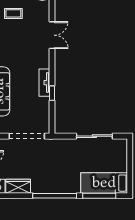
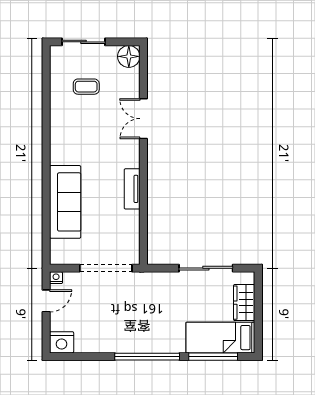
double door: (52, 35) -> (143, 119), swing flipped
window: (52, 93) -> (143, 204), removed
wardrobe: (18, 186) -> (244, 303), moved, turned -90

